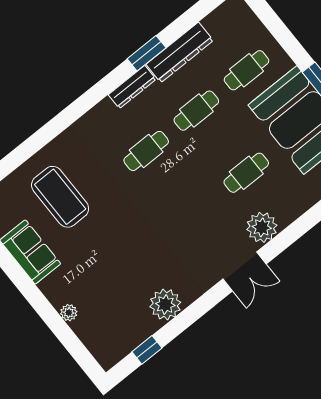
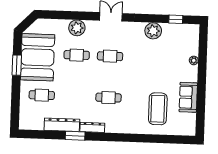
cafe table: (196, 111) -> (110, 56), moved
plant: (262, 227) -> (77, 28), moved

